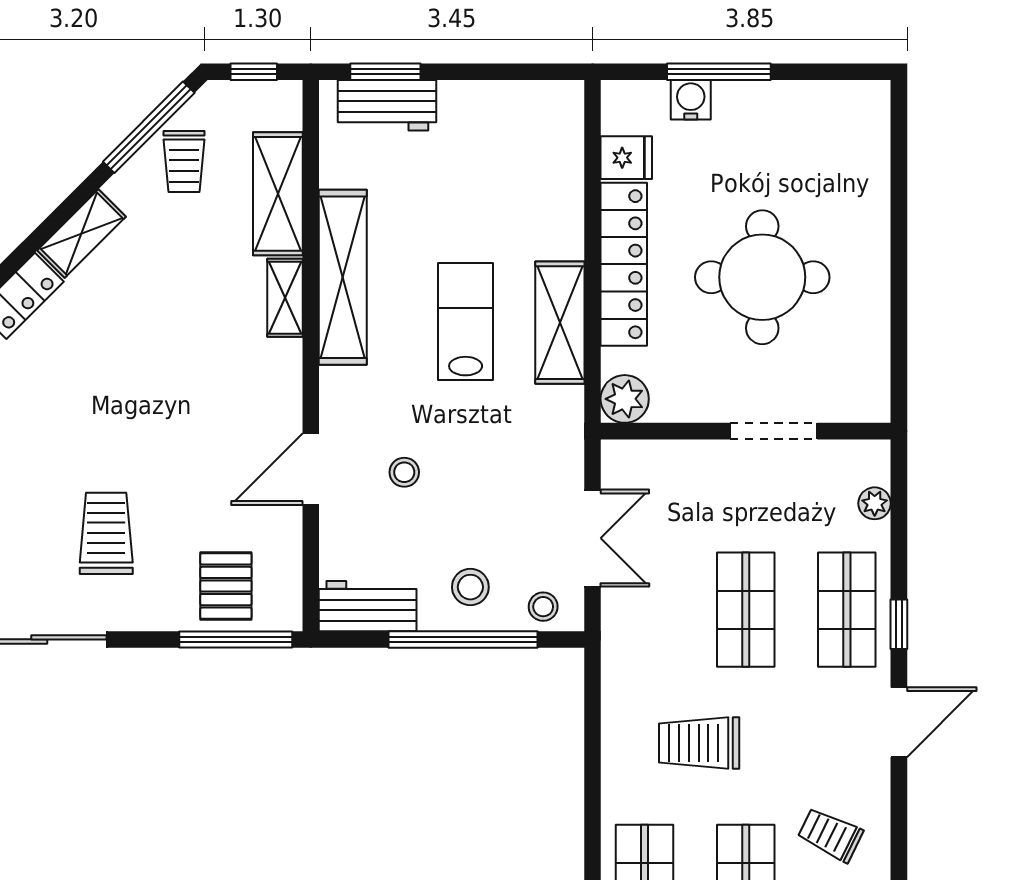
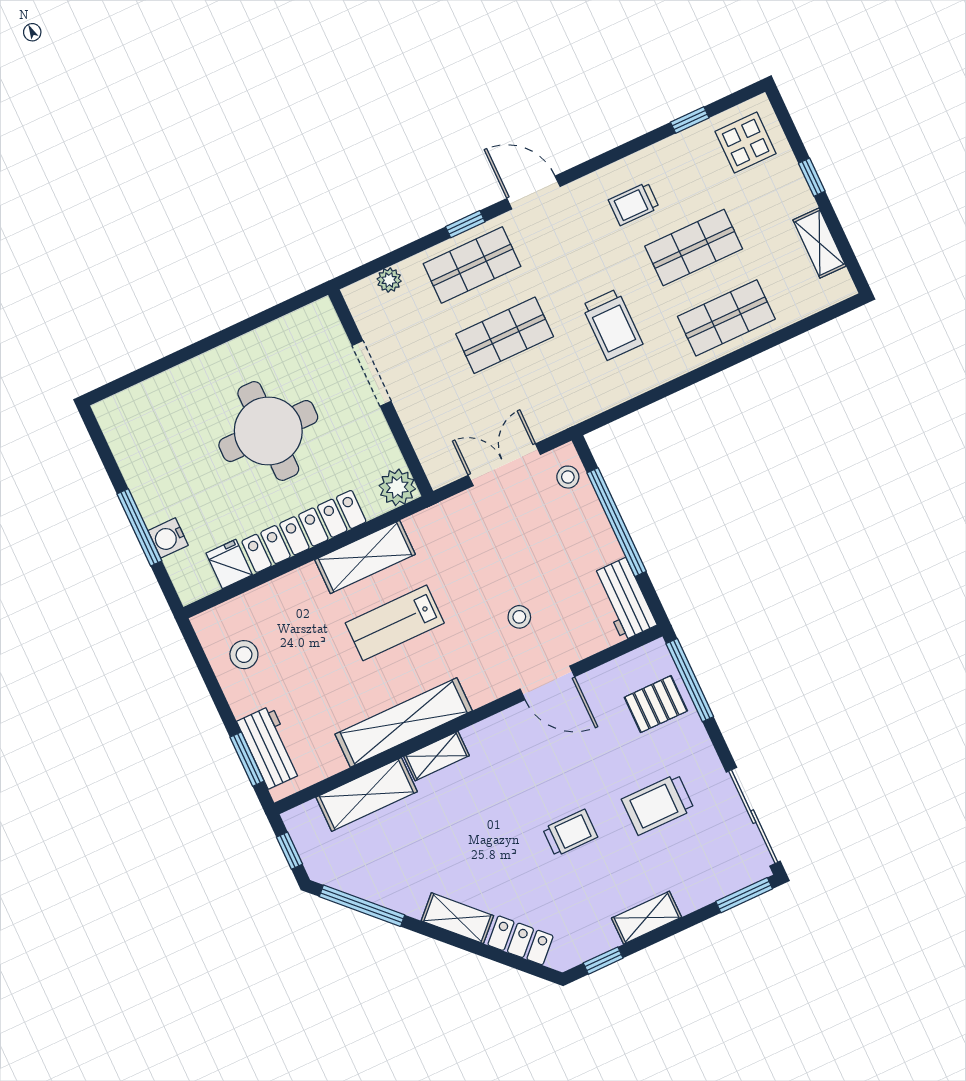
trolley: (184, 161) -> (570, 833), moved
stool: (470, 587) -> (244, 655), moved
trolley: (830, 835) -> (634, 204), turned 64

